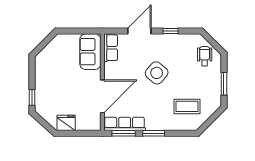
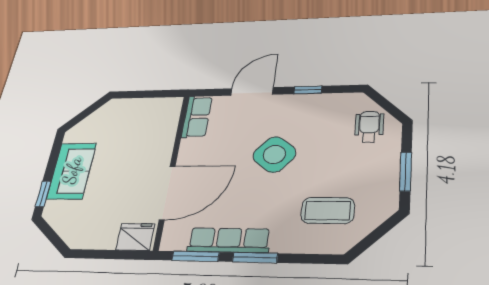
sofa: (90, 52) -> (72, 171), moved, turned 180
fridge: (66, 123) -> (135, 237), moved
row of seats: (125, 124) -> (229, 240), moved

